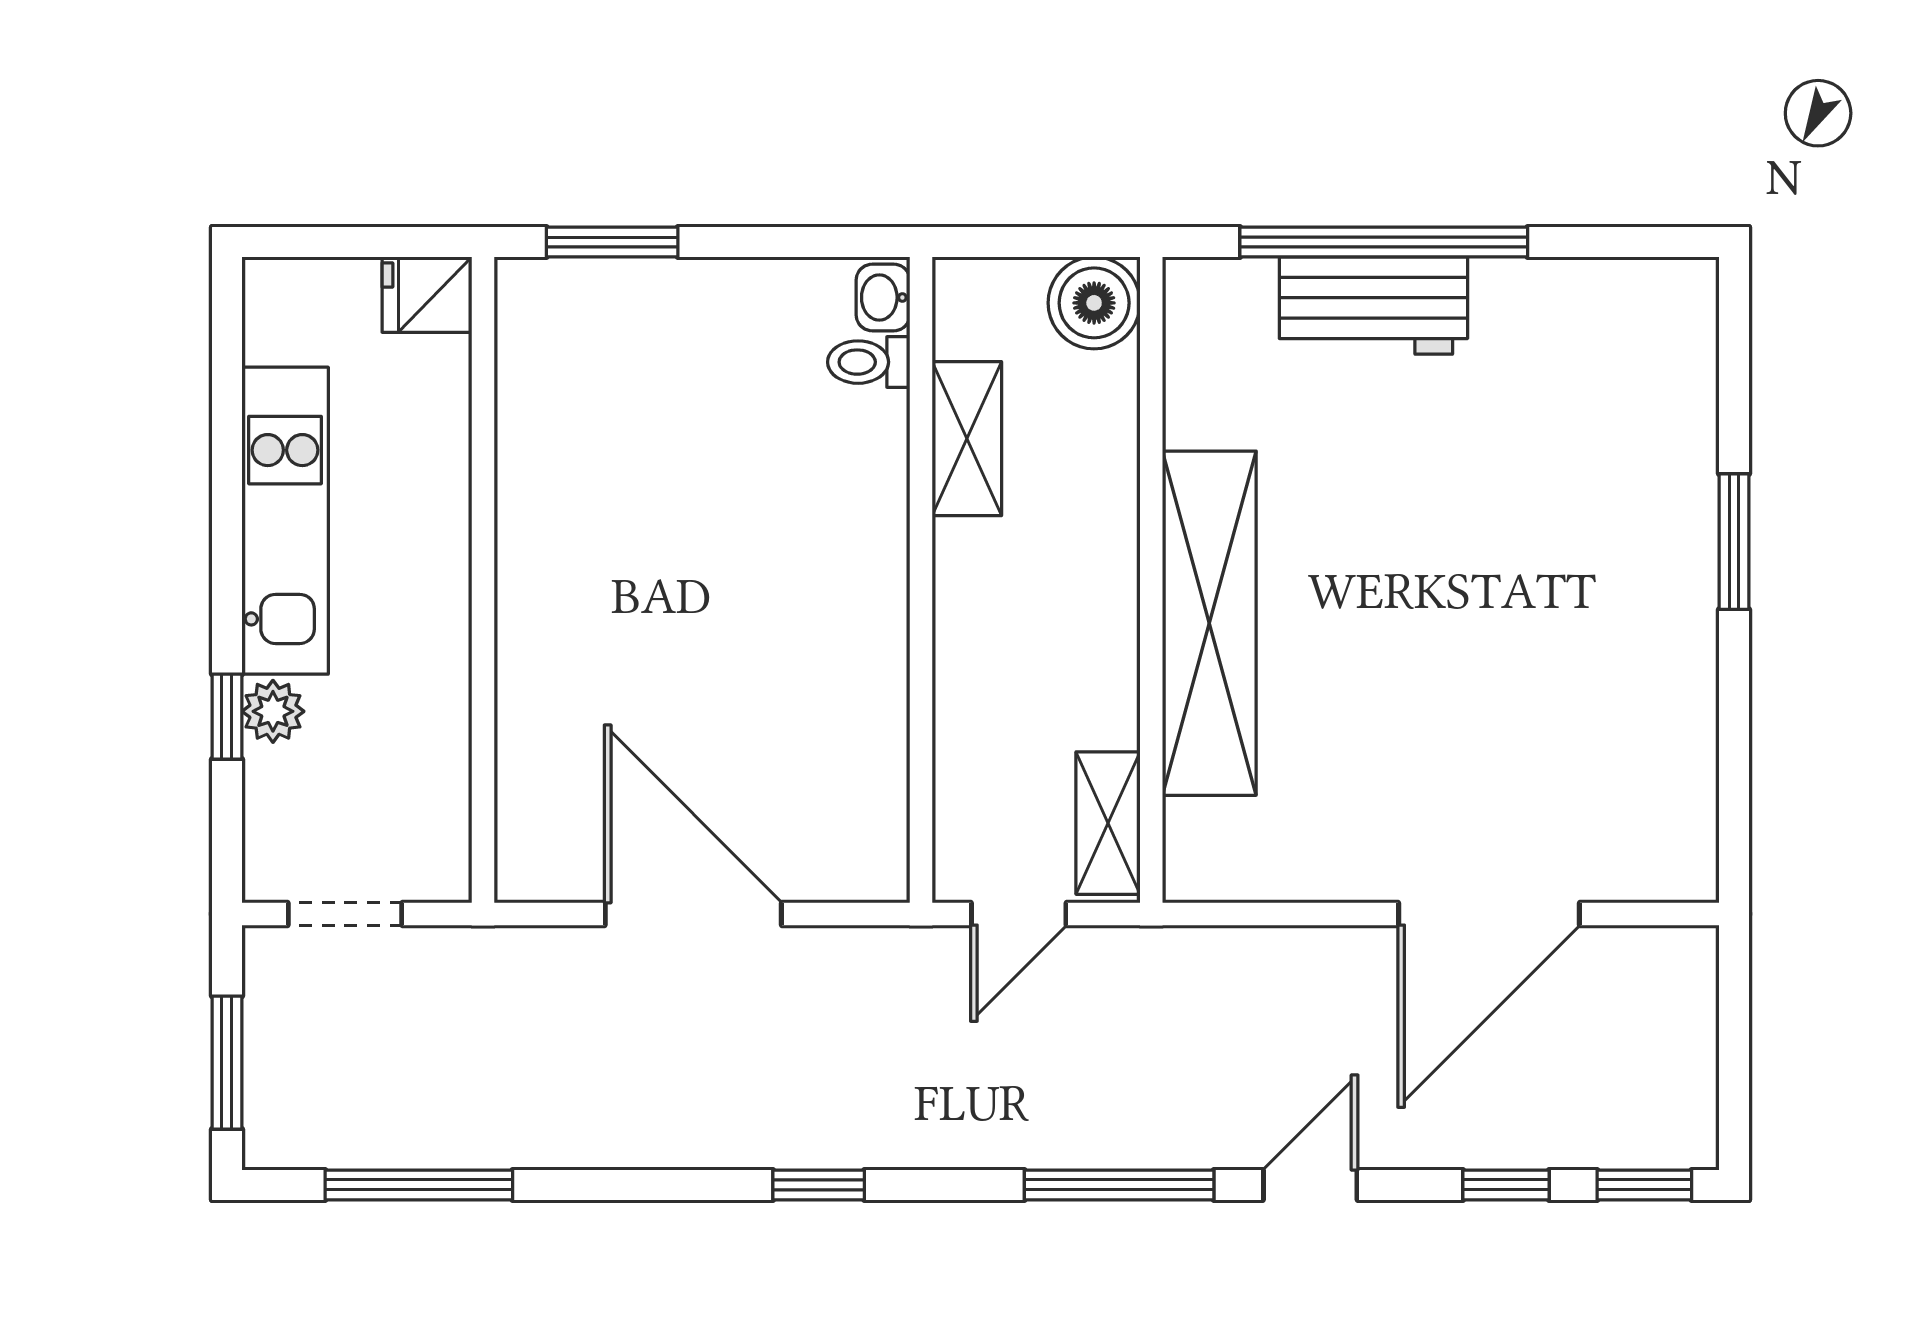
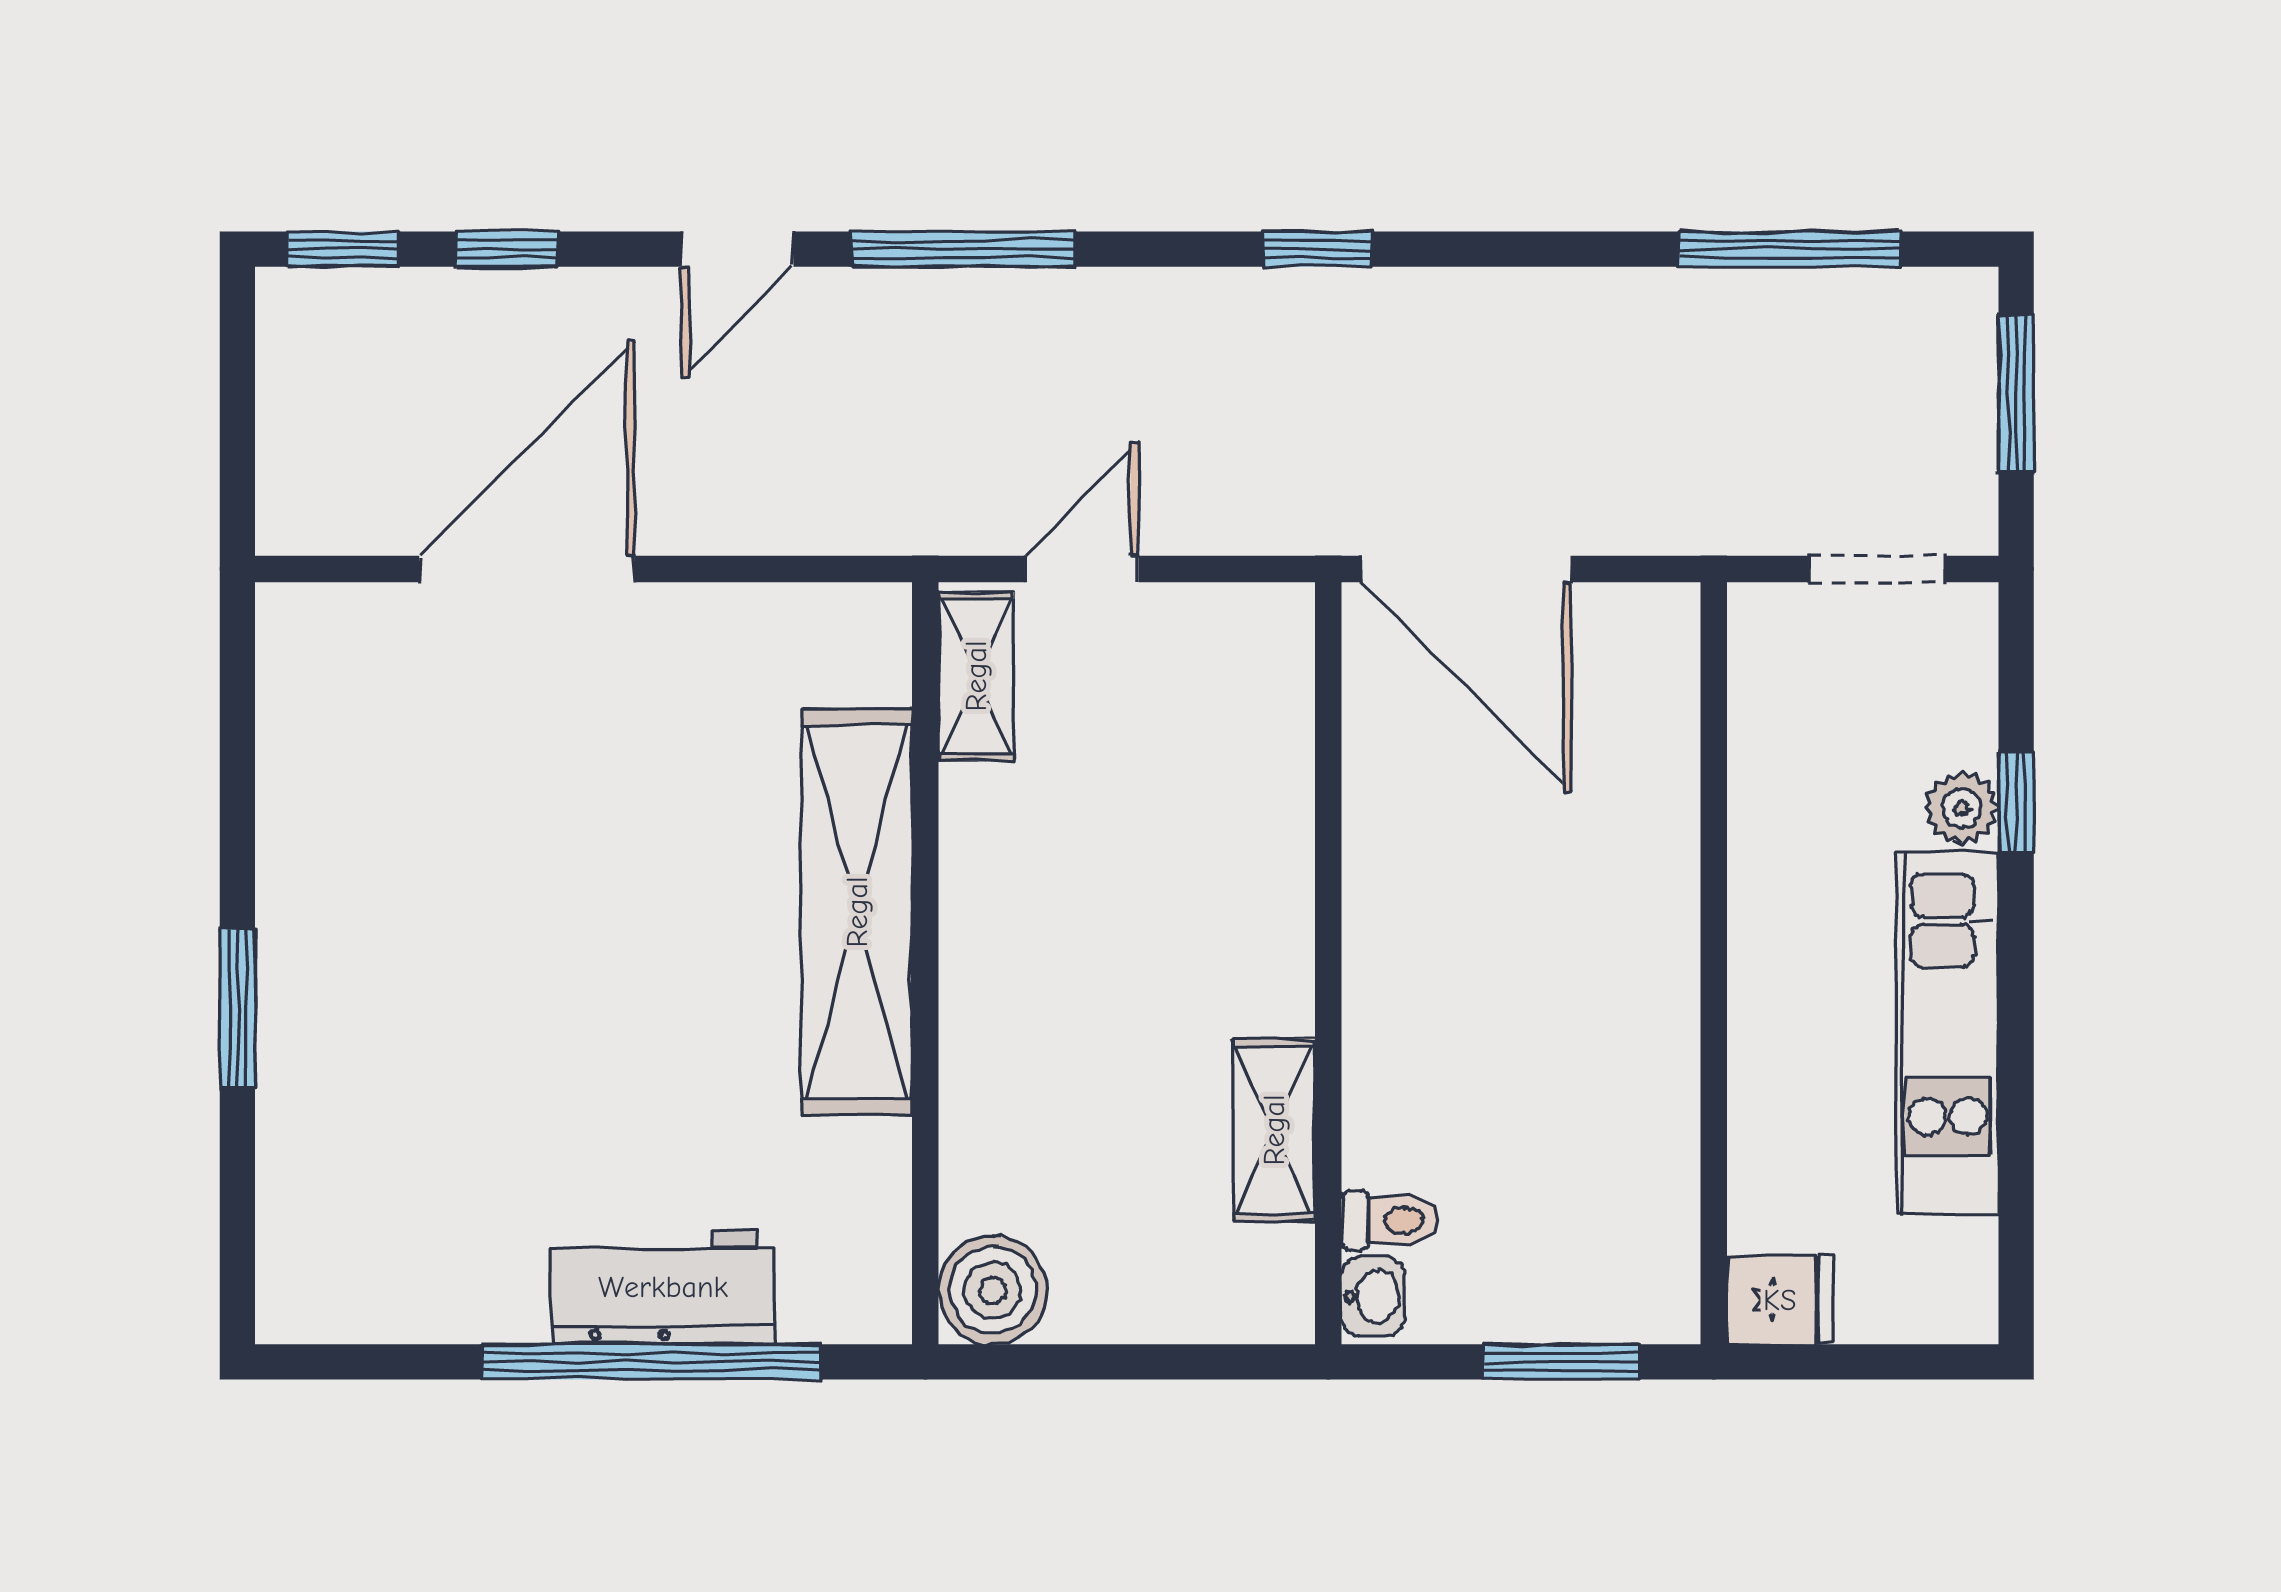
washbasin: (883, 297) -> (1373, 1296), moved
toilet: (869, 362) -> (1390, 1220), moved
shelving: (967, 439) -> (1274, 1130), moved
wall: (921, 580) -> (1328, 963), moved

